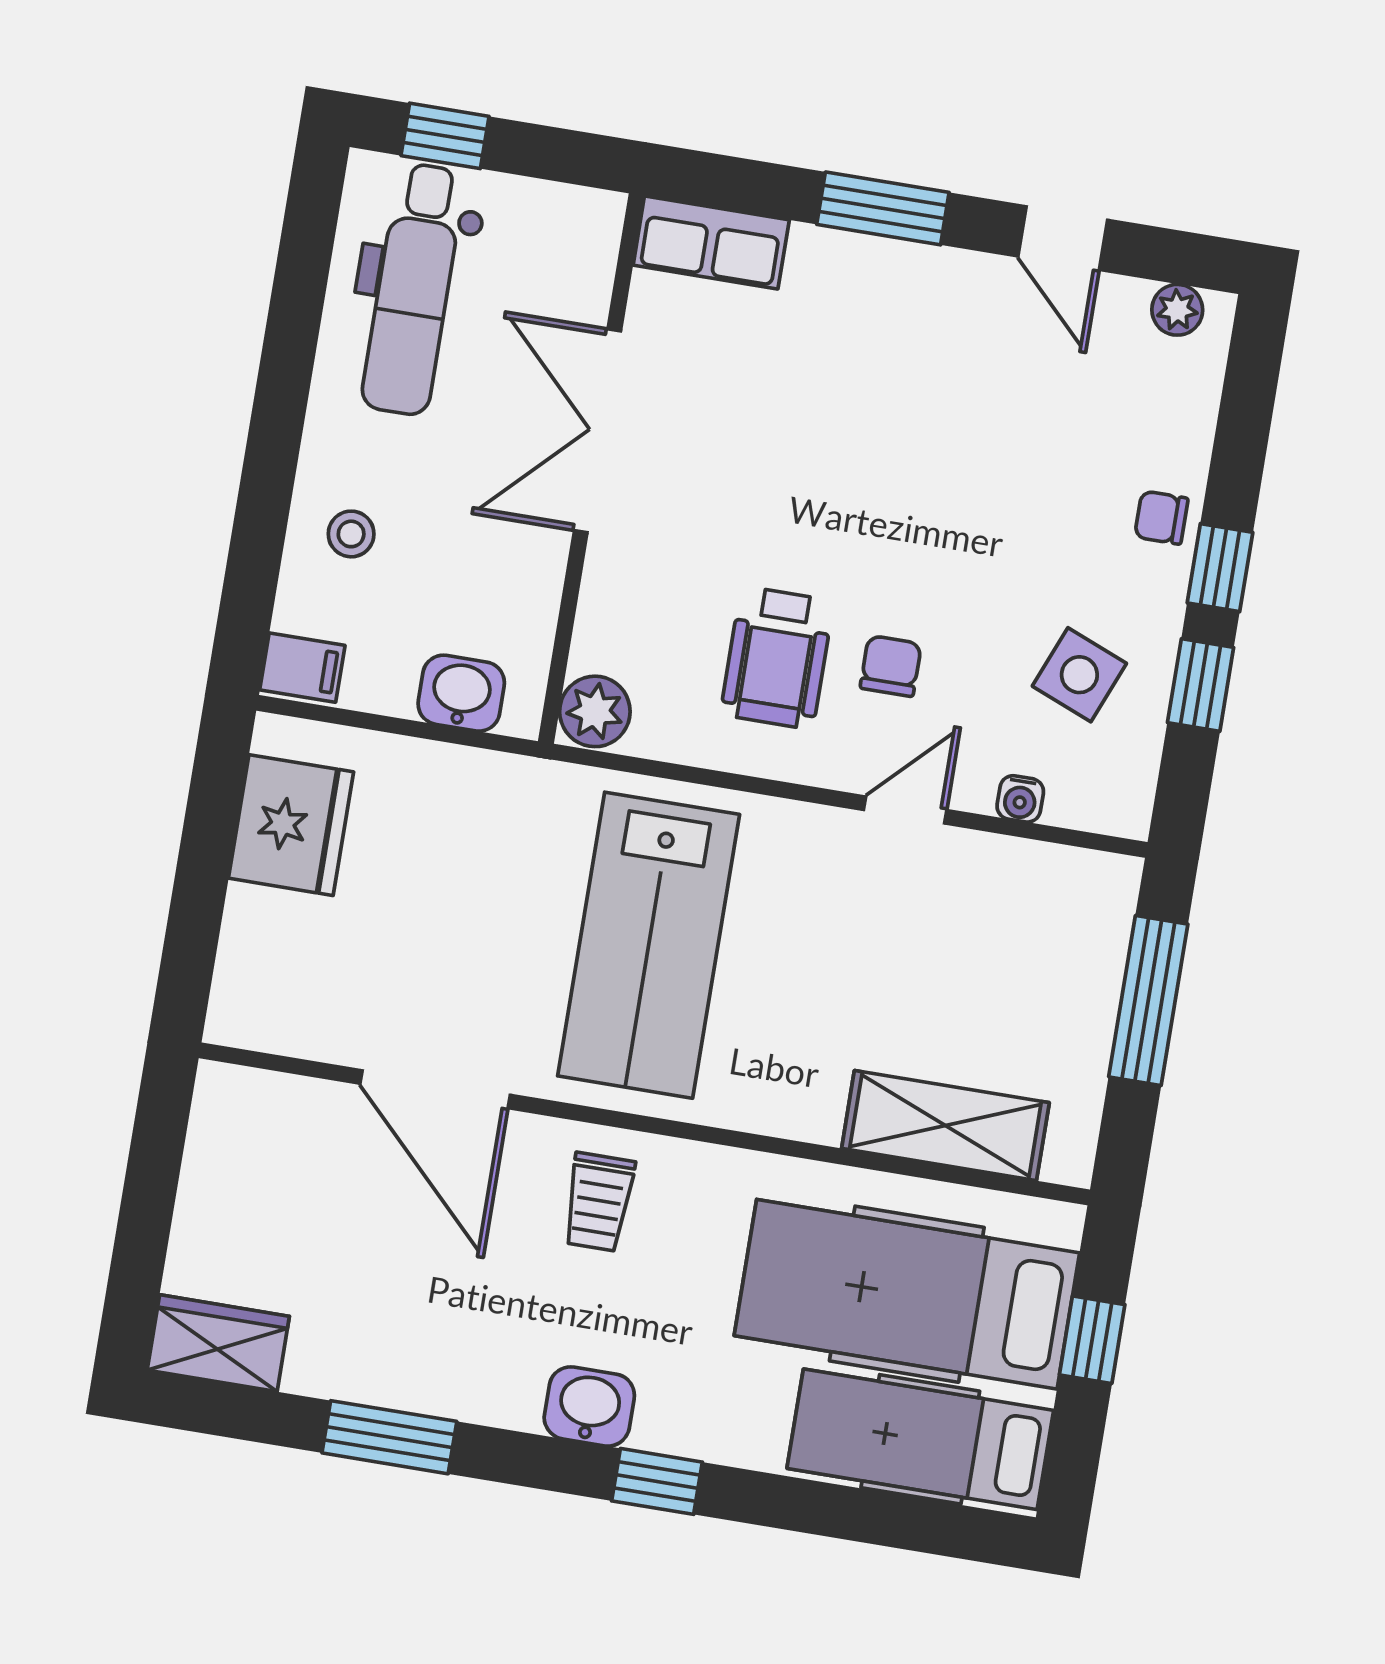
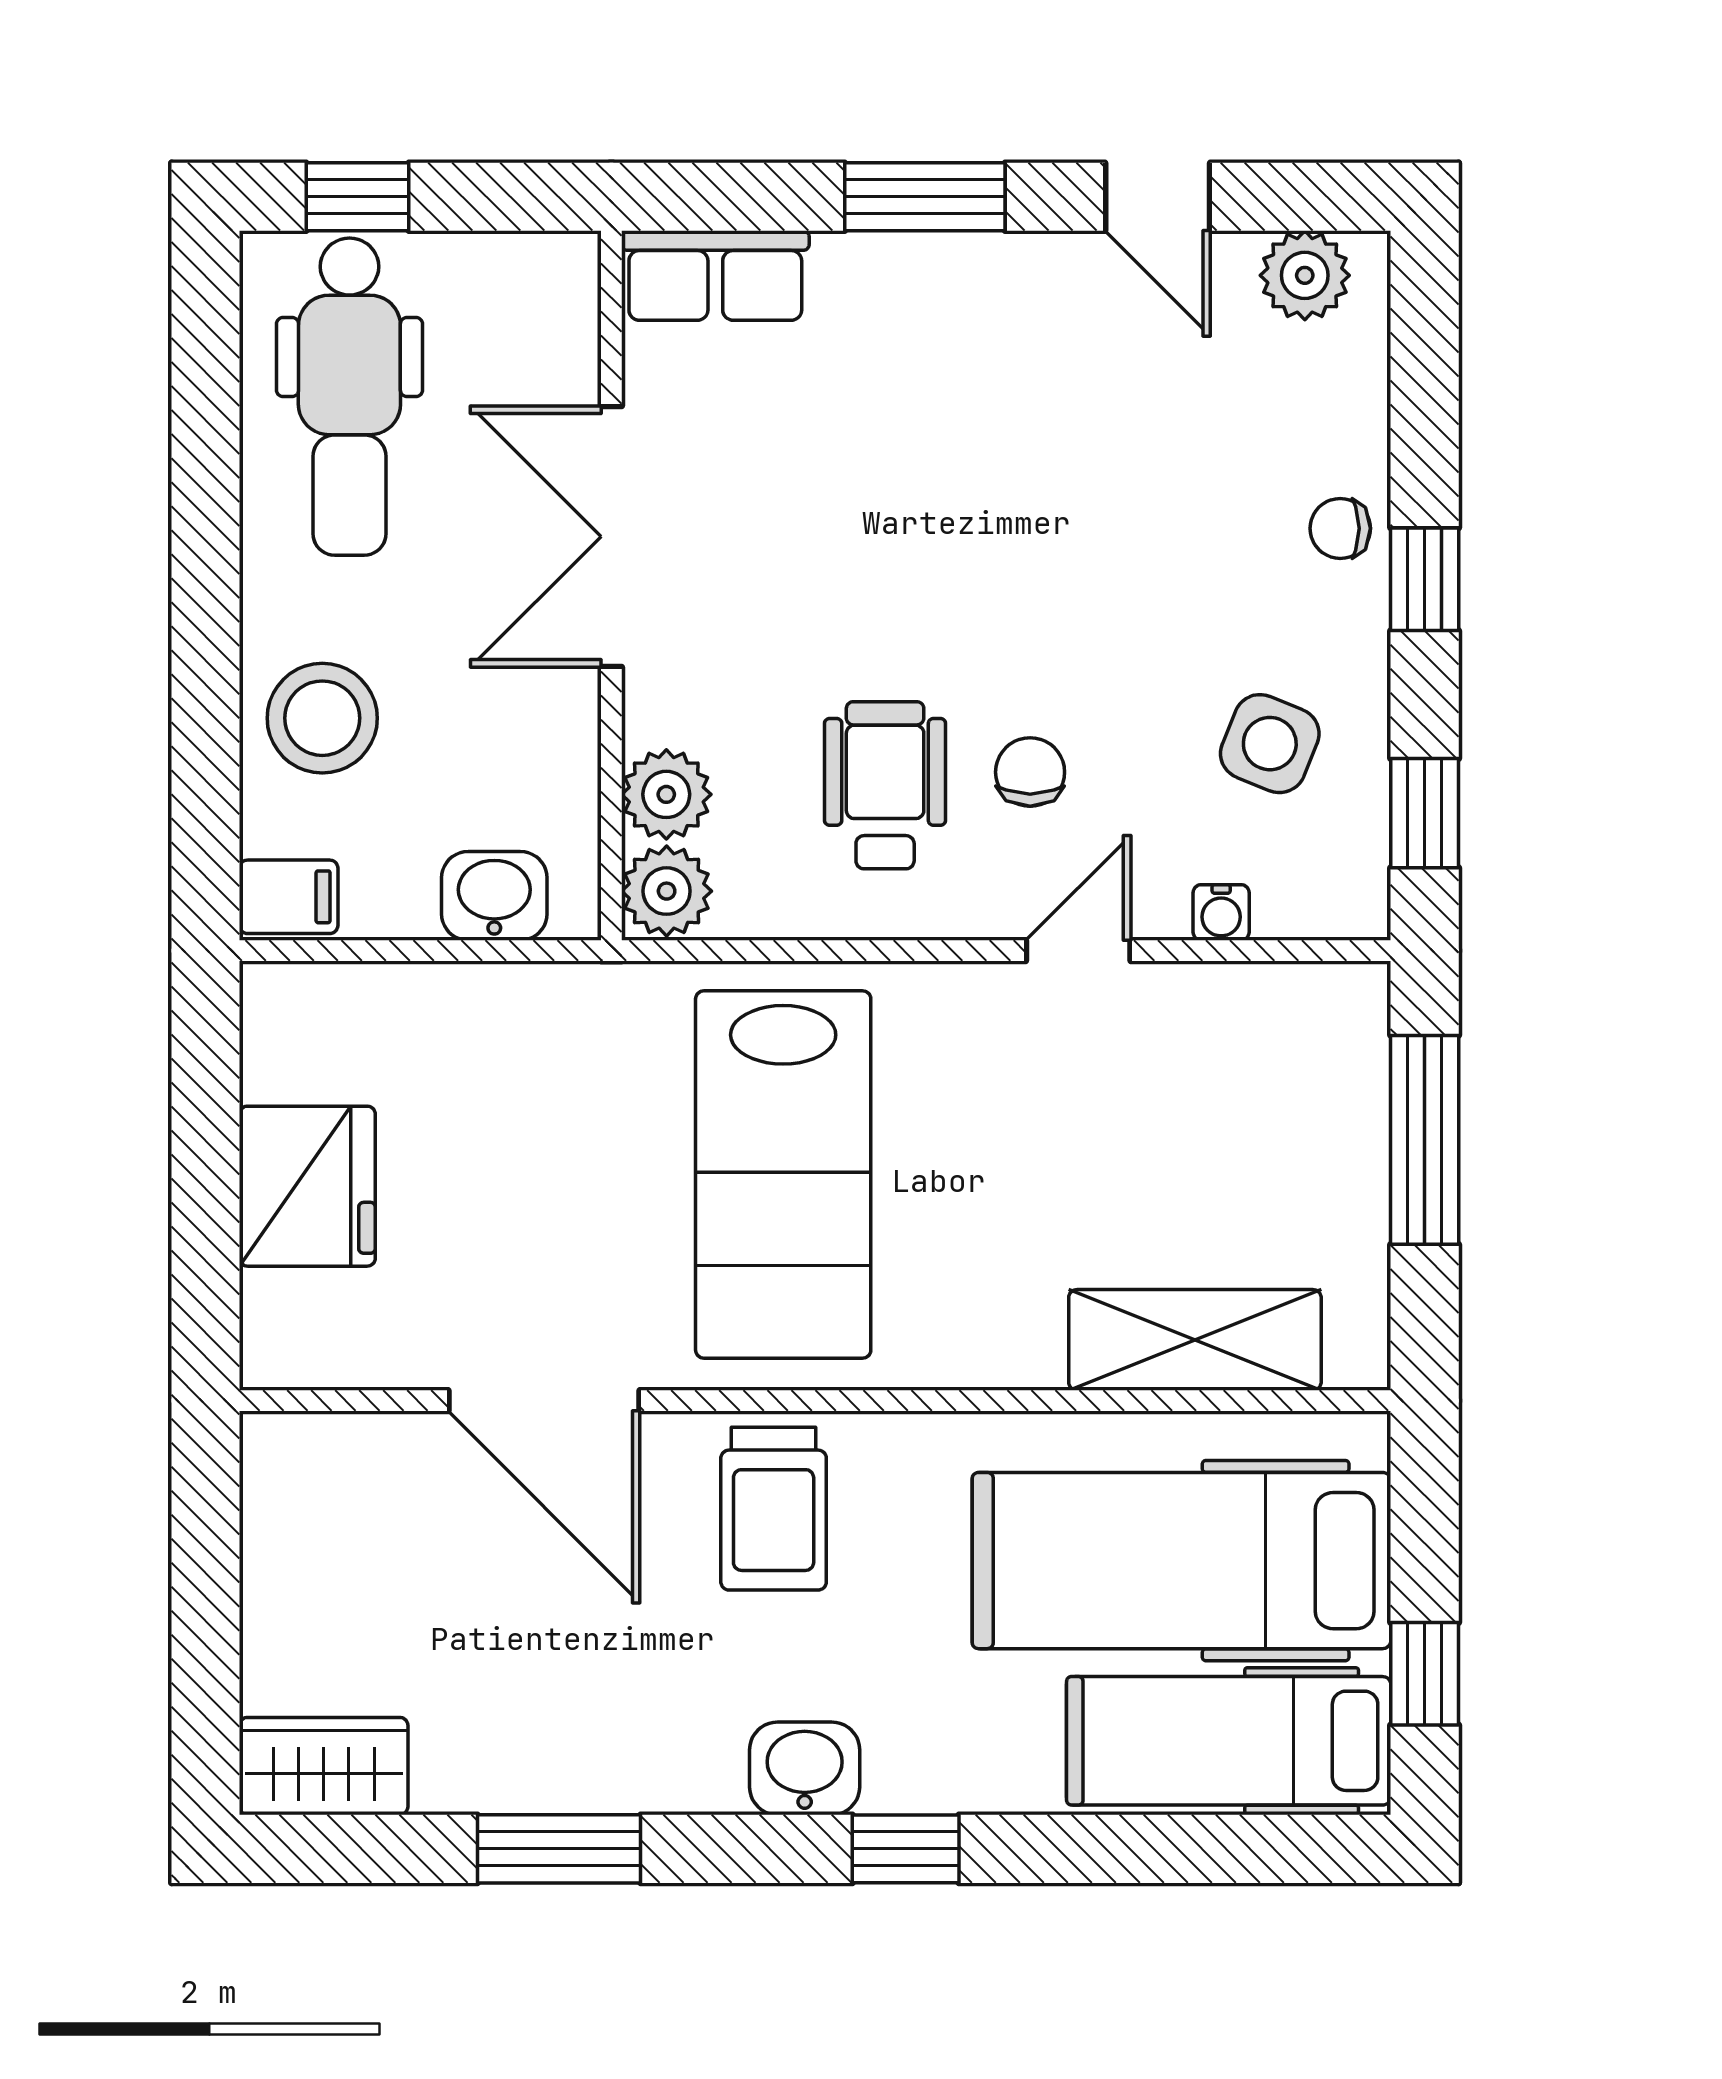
plant: (1177, 310) -> (1305, 275), width x1.38, depth x1.38
stool: (351, 534) -> (322, 718), width x1.89, depth x1.89
plant: (607, 637) -> (666, 794), added
wheelchair: (777, 658) -> (885, 785), turned 180
window: (1201, 685) -> (1425, 813), moved
fridge: (291, 825) -> (307, 1186), moved
trolley: (599, 1202) -> (774, 1509), width x1.36, depth x1.39
window: (1092, 1340) -> (1425, 1674), moved

